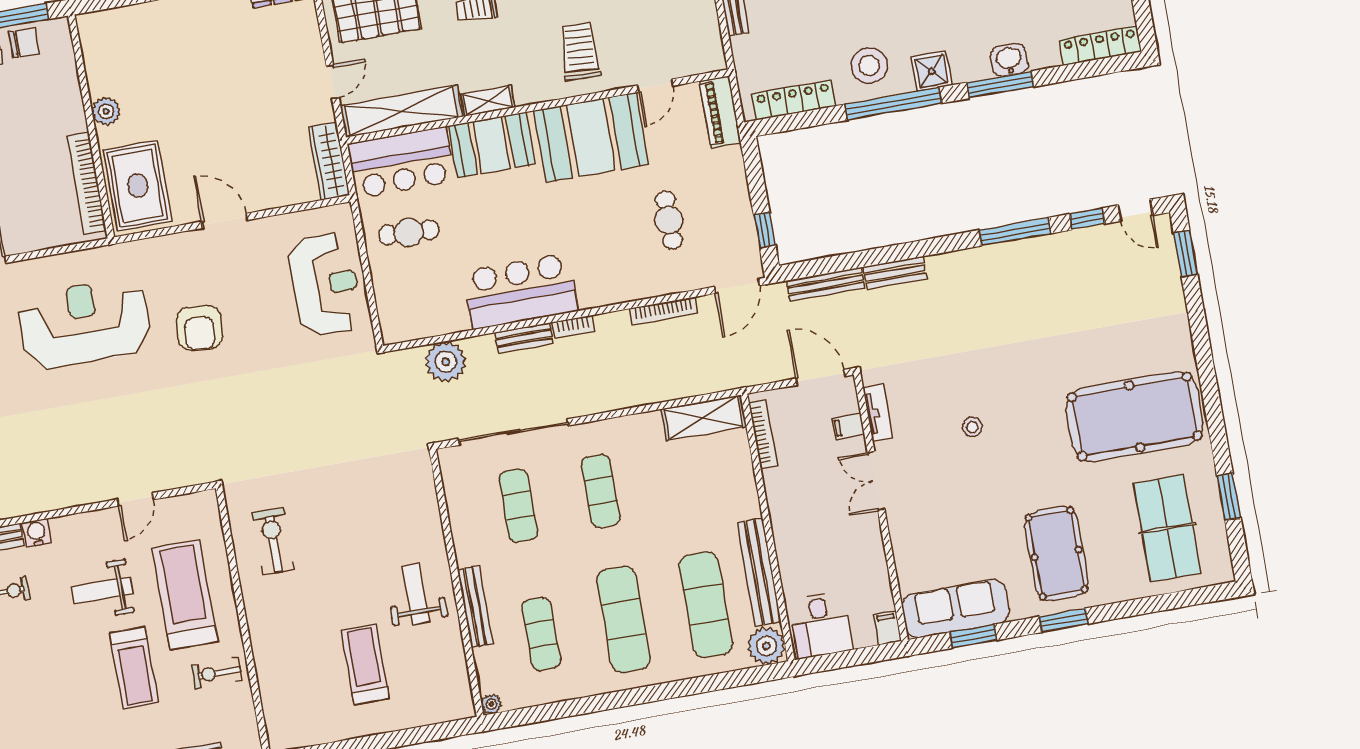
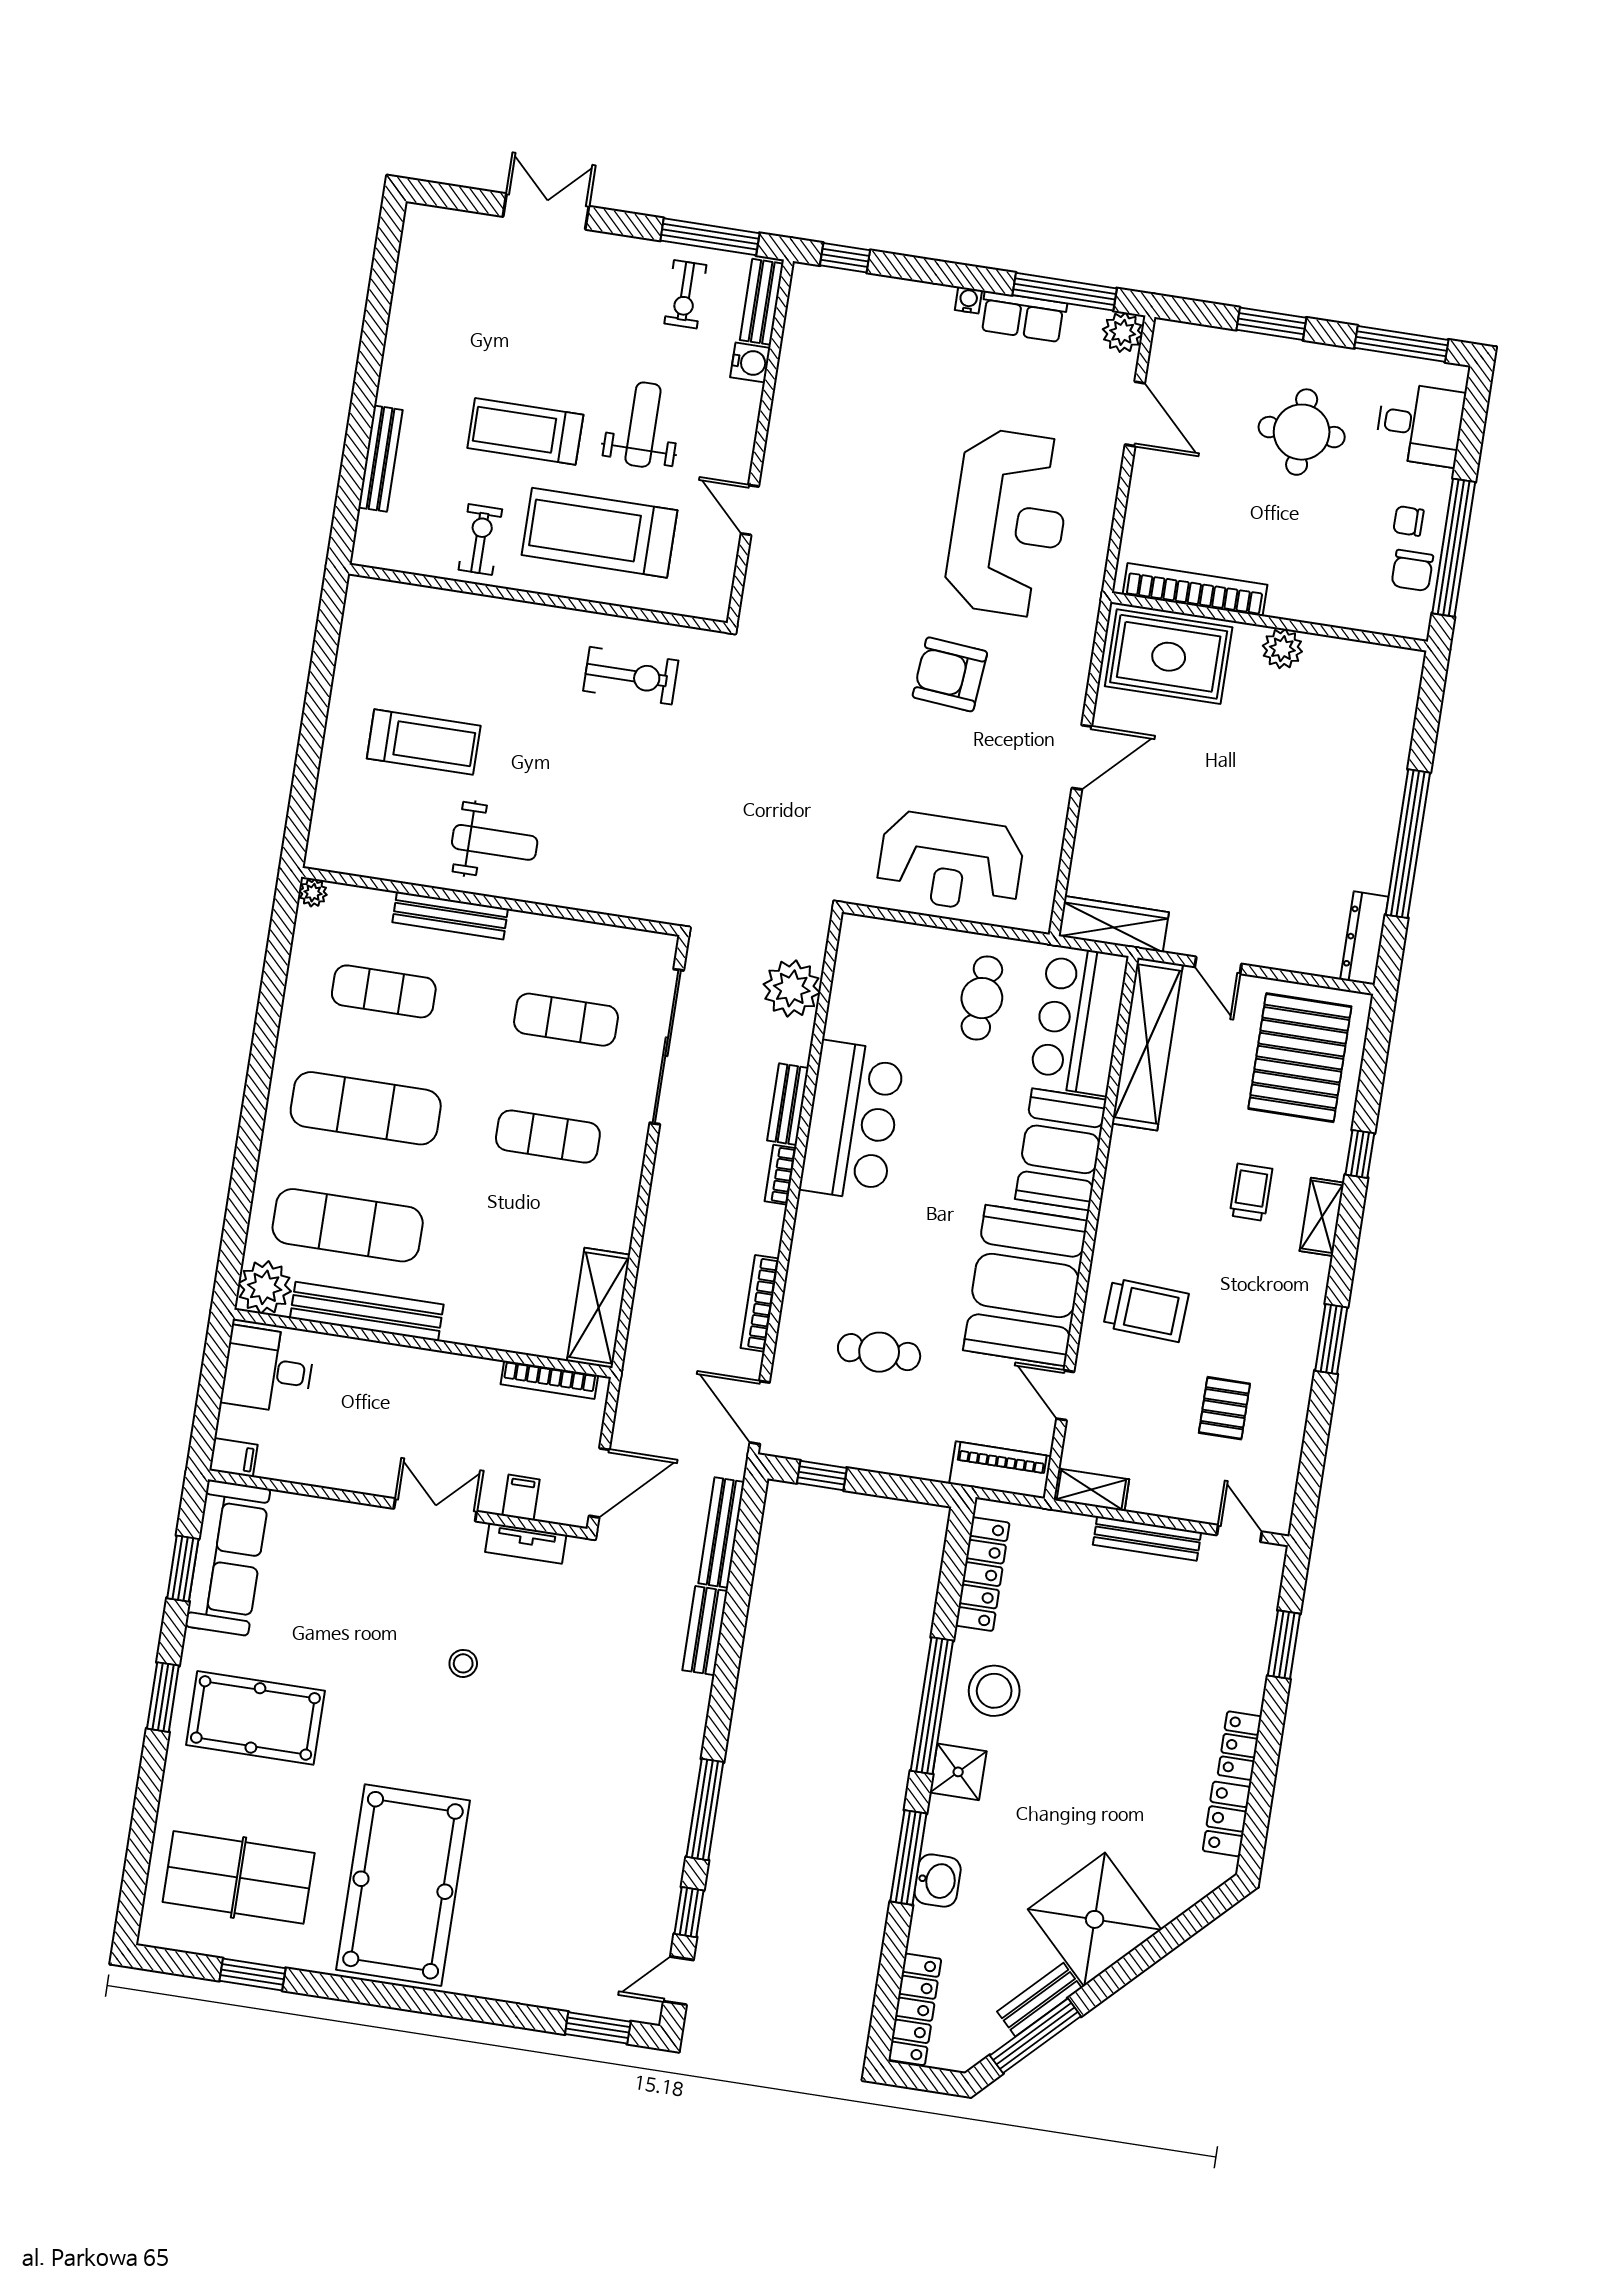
shelving: (488, 101) -> (1091, 1490), moved, turned 90
treadmill: (185, 595) -> (599, 533), turned 180

